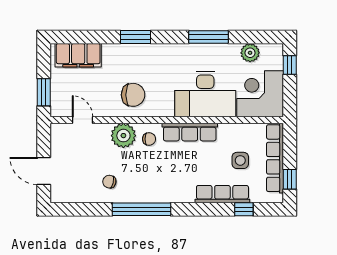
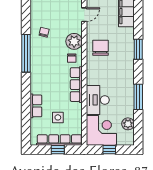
window: (290, 65) -> (109, 150), moved
desk: (205, 94) -> (98, 100), width x0.73, depth x0.77
chair: (133, 95) -> (101, 48), turned 180
window: (290, 179) -> (58, 150), moved
row of seats: (222, 194) -> (36, 106), width x0.68
window: (244, 209) -> (26, 120), removed

